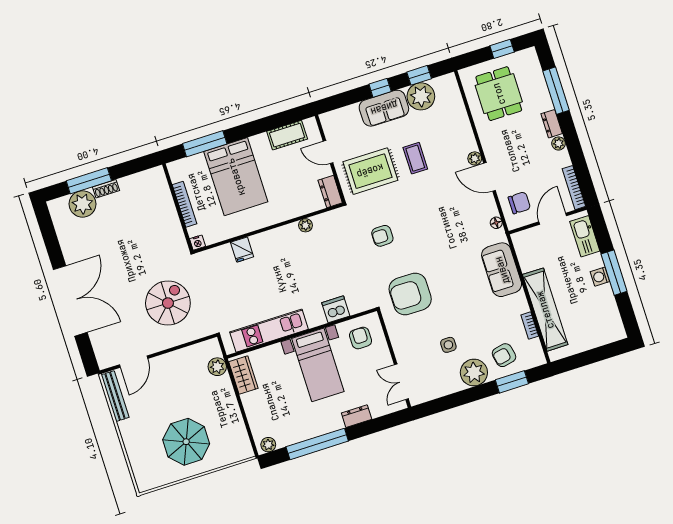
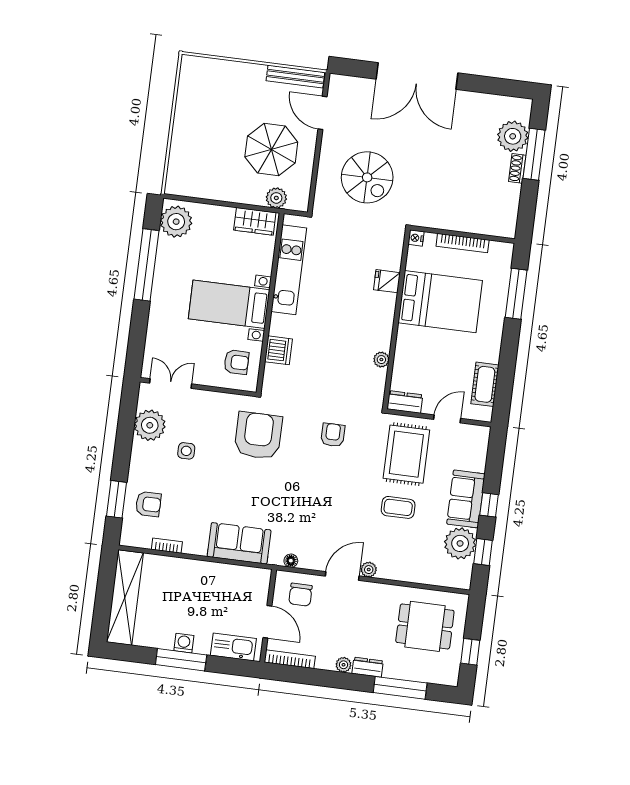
bed: (236, 177) -> (440, 302), moved, turned 180
shelving: (545, 310) -> (125, 597), moved, turned 90
armchair: (504, 355) -> (148, 504), turned 102
plant: (474, 373) -> (150, 425), moved
dresser: (357, 416) -> (156, 320), removed
parasol: (186, 442) -> (271, 150), moved
plant: (268, 445) -> (176, 222), width x1.88, depth x1.88

